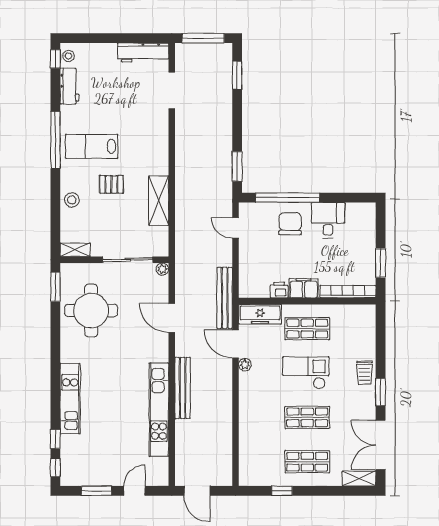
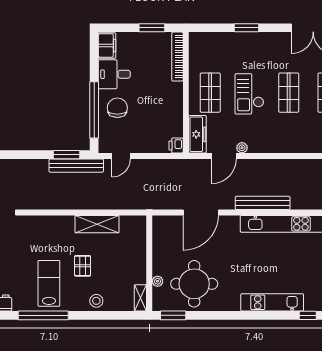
lab bench: (92, 146) -> (49, 283), turned 180
chair: (290, 224) -> (117, 108), turned 90
sliding door: (128, 260) -> (149, 251), removed
plant: (162, 269) -> (157, 281), moved
filing cabinet: (304, 288) -> (107, 46), moved, turned 180
printer: (279, 290) -> (176, 146), moved
bench: (225, 298) -> (76, 166), moved
door: (172, 318) -> (201, 212), width x1.36
trolley: (365, 373) -> (249, 42), removed
window: (381, 392) -> (247, 28), moved

